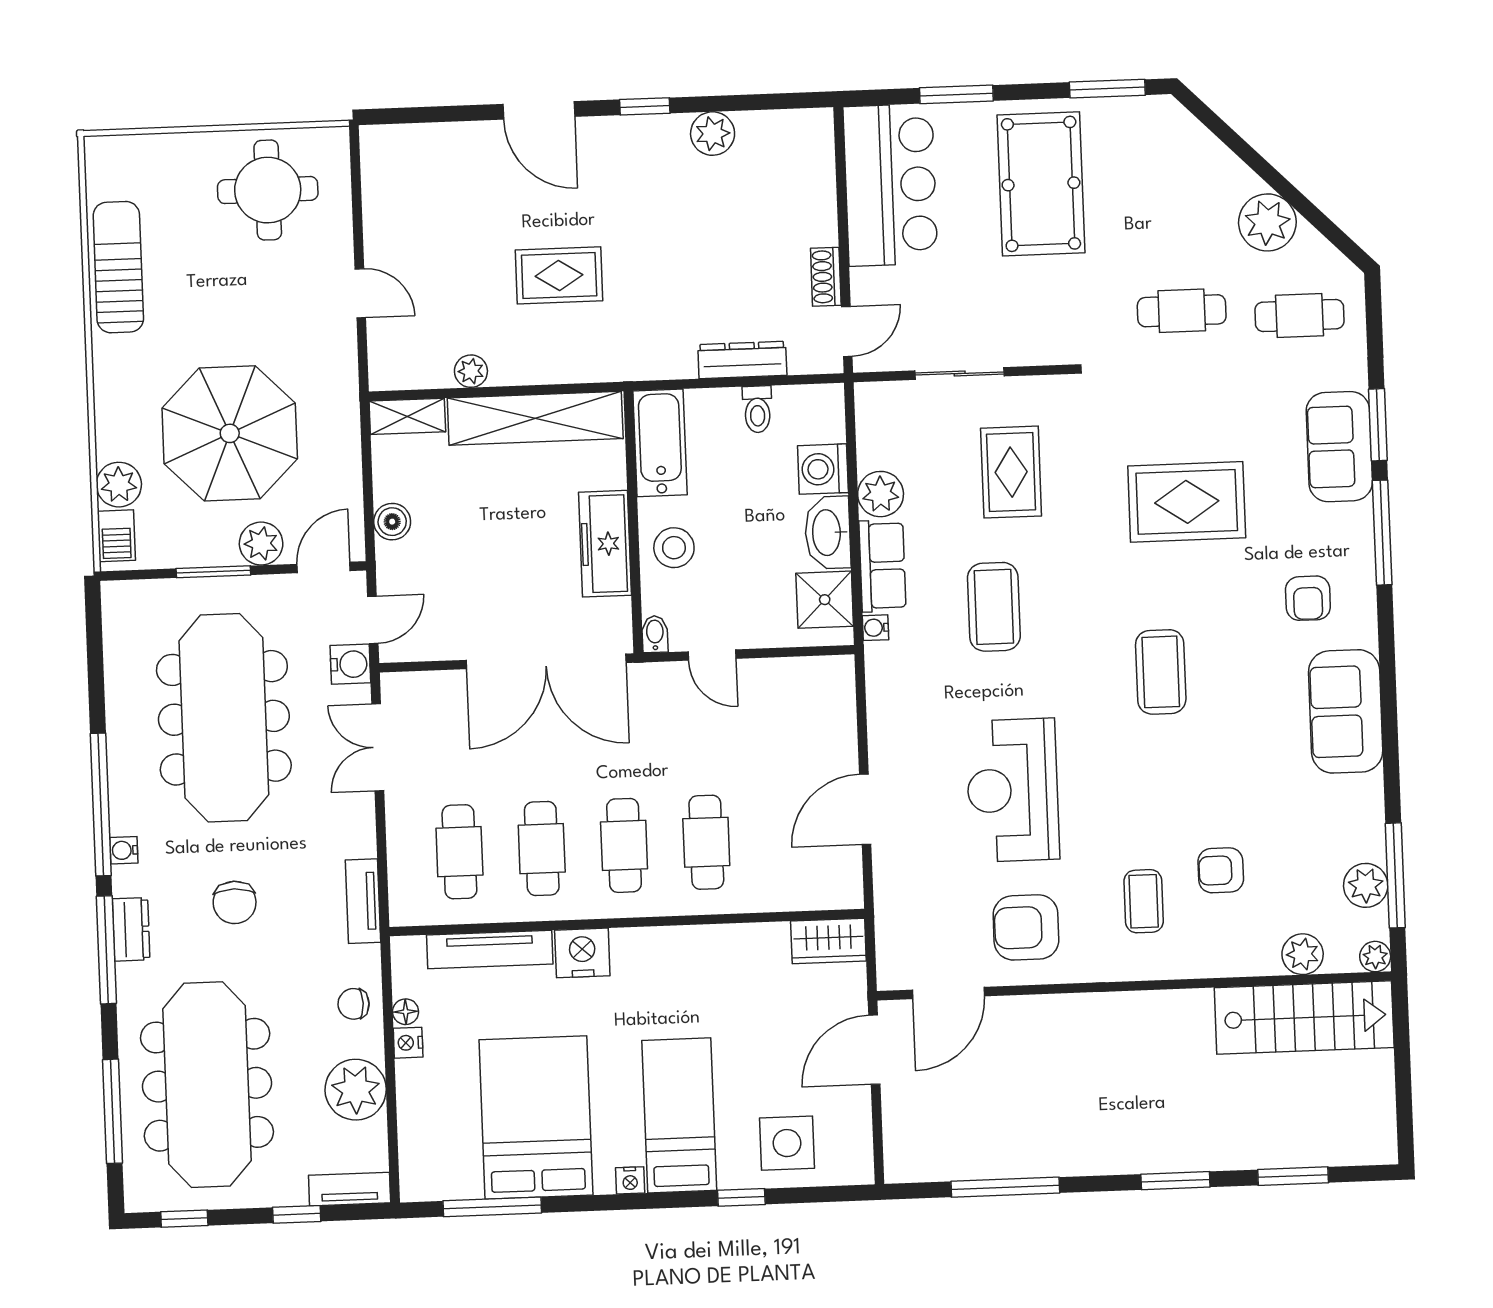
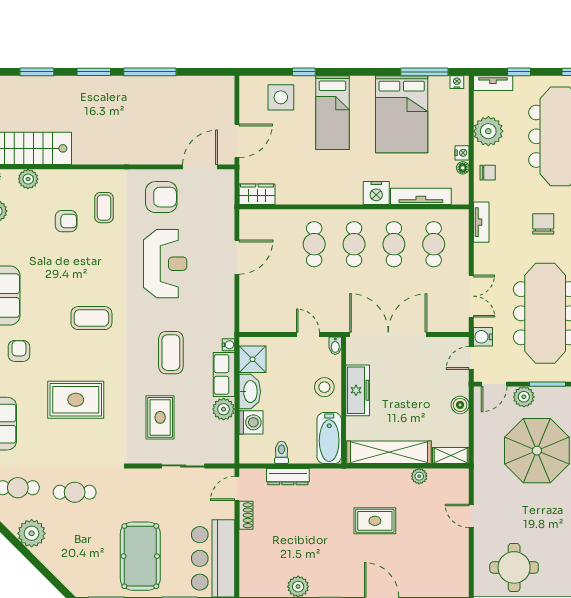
coffee table: (1161, 672) -> (91, 318), turned 90
nightstand: (630, 1180) -> (457, 82), moved
window: (1005, 1187) -> (150, 72), moved

